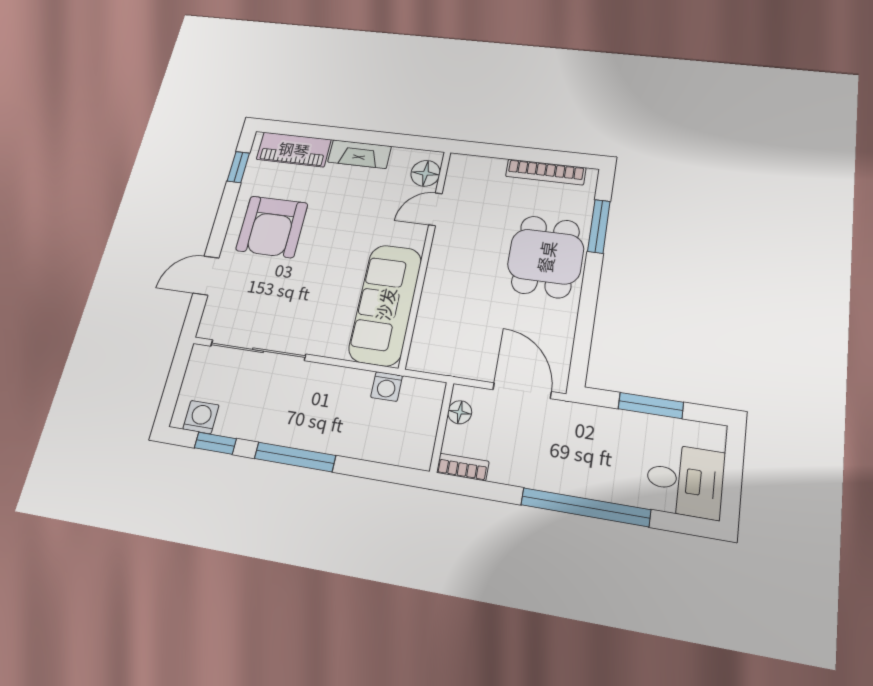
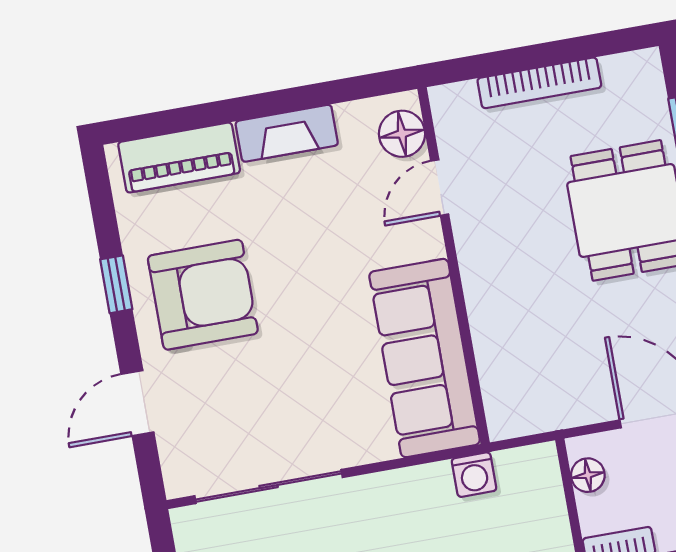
window: (238, 167) -> (116, 284), moved
bookcase: (546, 172) -> (539, 83), moved
armchair: (272, 227) -> (203, 295), turned -90

